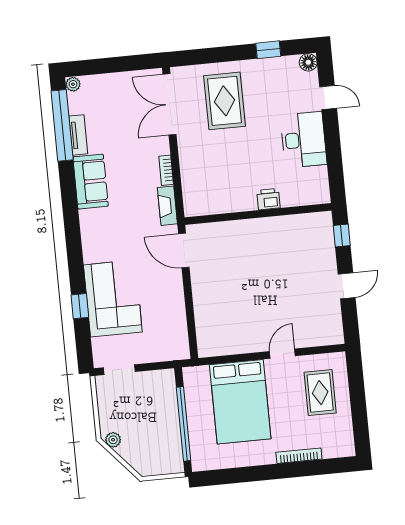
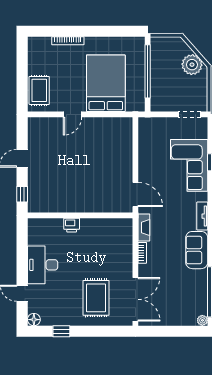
tv unit: (78, 135) -> (202, 216), moved
rug: (320, 393) -> (39, 90), moved
plant: (113, 440) -> (192, 65), width x1.87, depth x1.87

